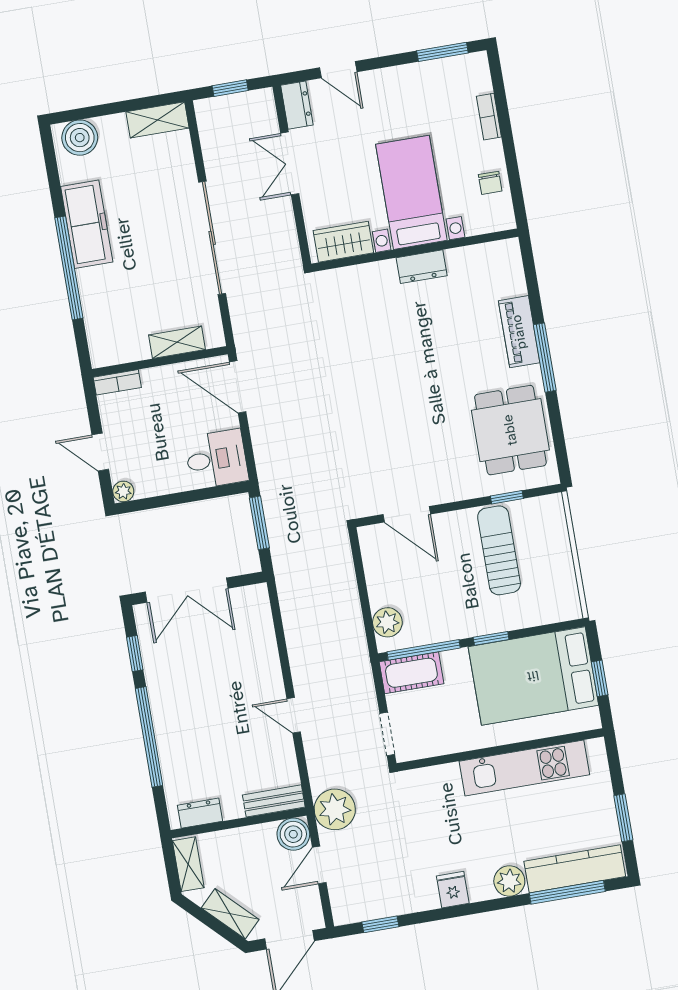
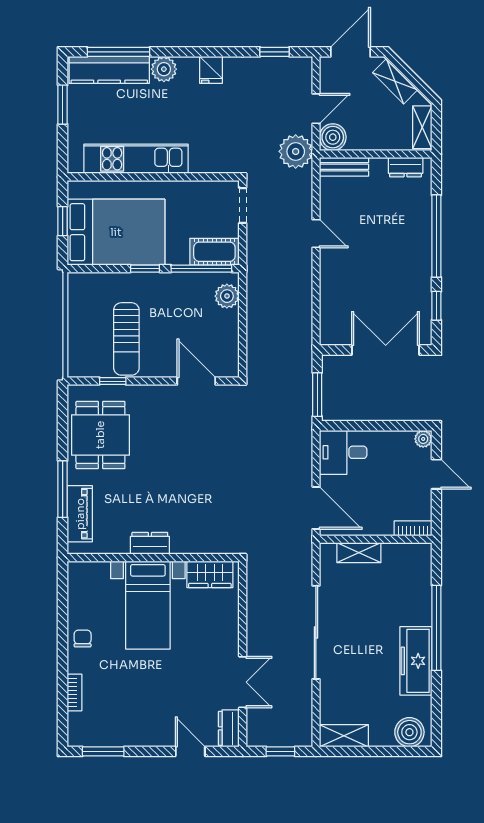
bed with nightstands: (411, 192) -> (148, 605), moved
wardrobe: (343, 242) -> (210, 574), moved
wall: (415, 250) -> (153, 558), moved
dresser: (422, 267) -> (150, 543), moved

